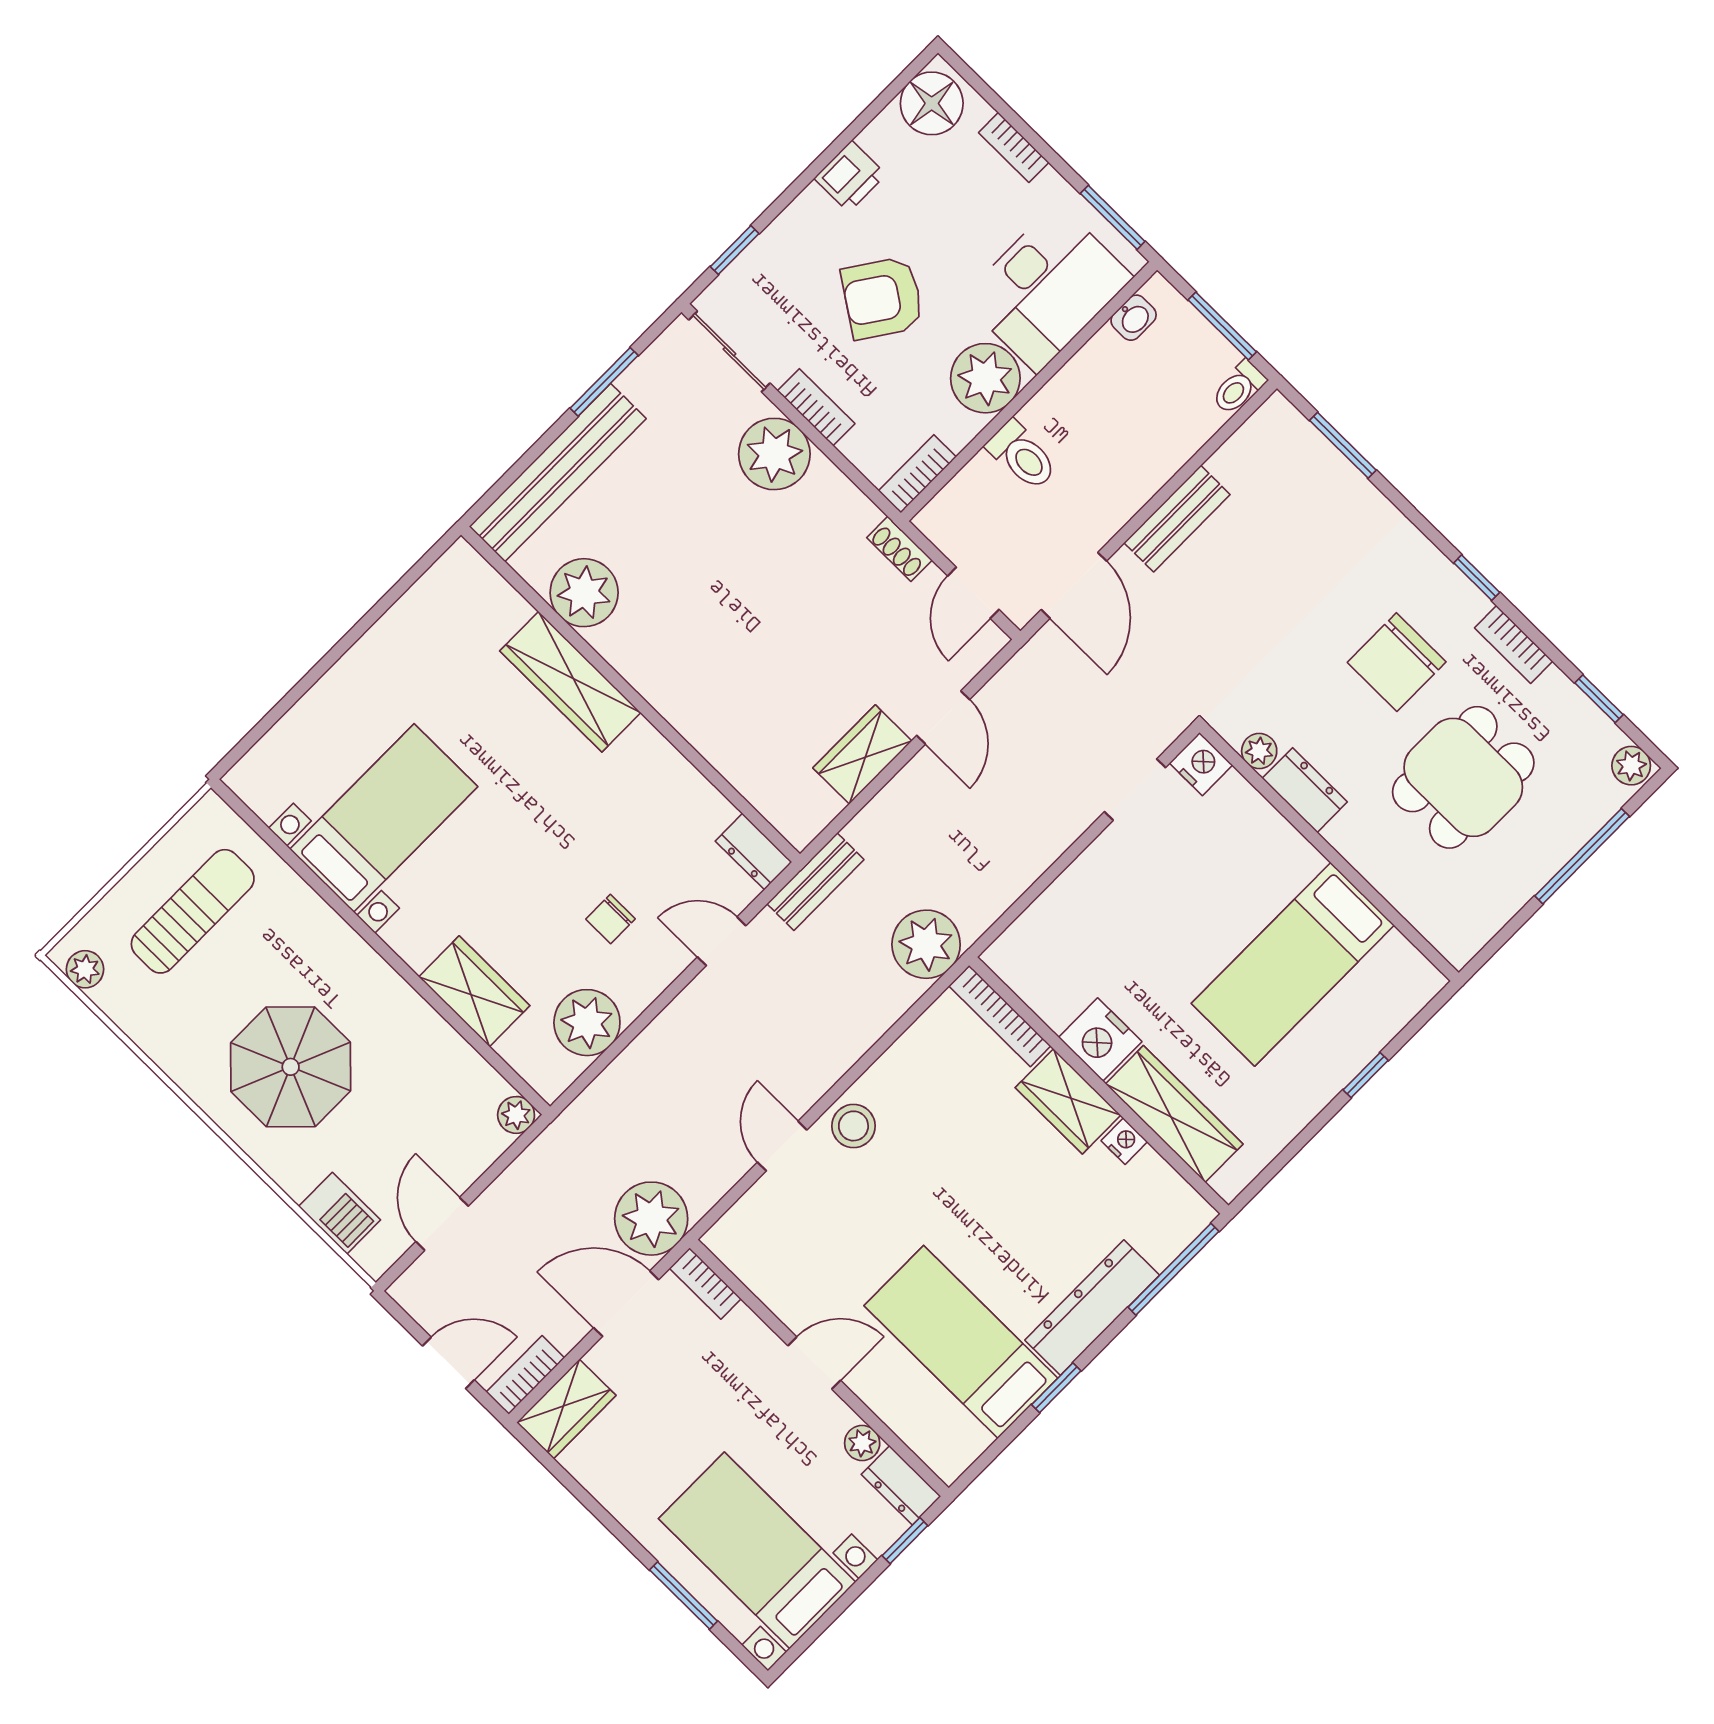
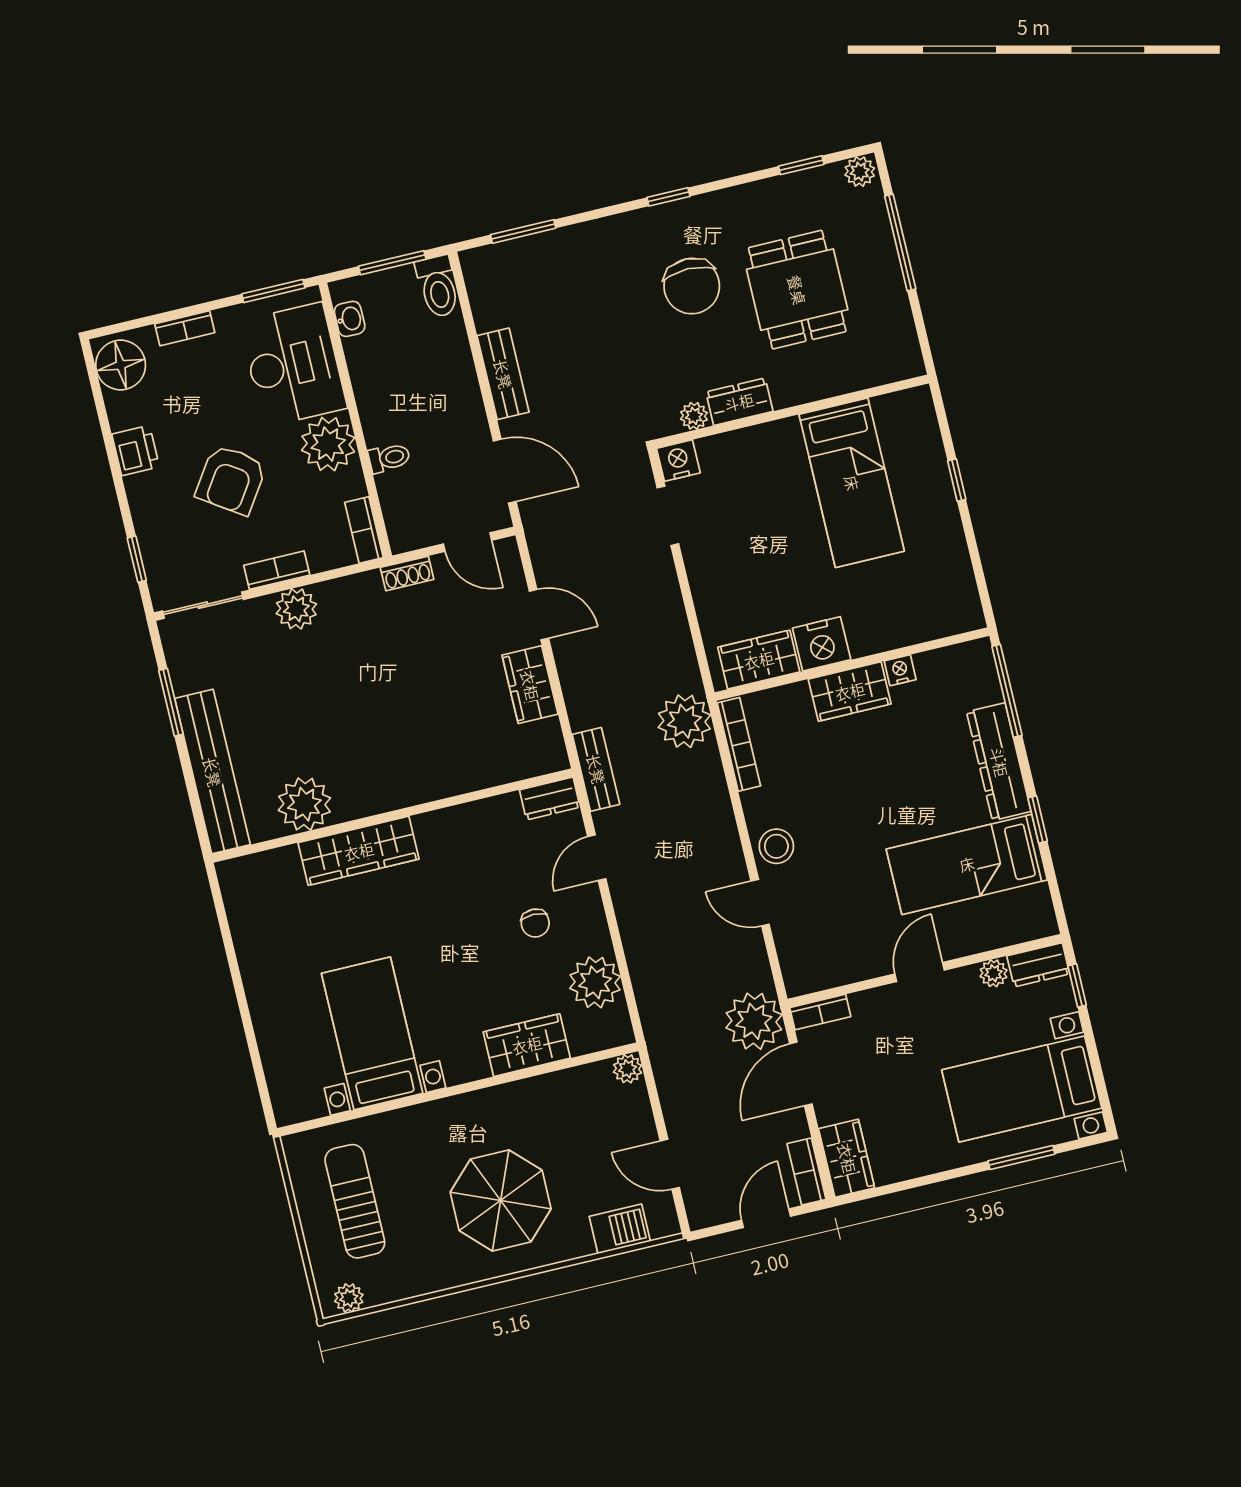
toilet: (1239, 388) -> (438, 286), width x1.37, depth x1.39
plant: (774, 454) -> (296, 609), width x0.73, depth x0.73
toilet: (1022, 456) -> (389, 458), width x0.73, depth x0.72
bookcase: (1514, 644) -> (729, 200), removed
bookcase: (1000, 1016) -> (739, 744), moved, turned -90
wardrobe: (1174, 1114) -> (759, 660), moved, width x0.67

